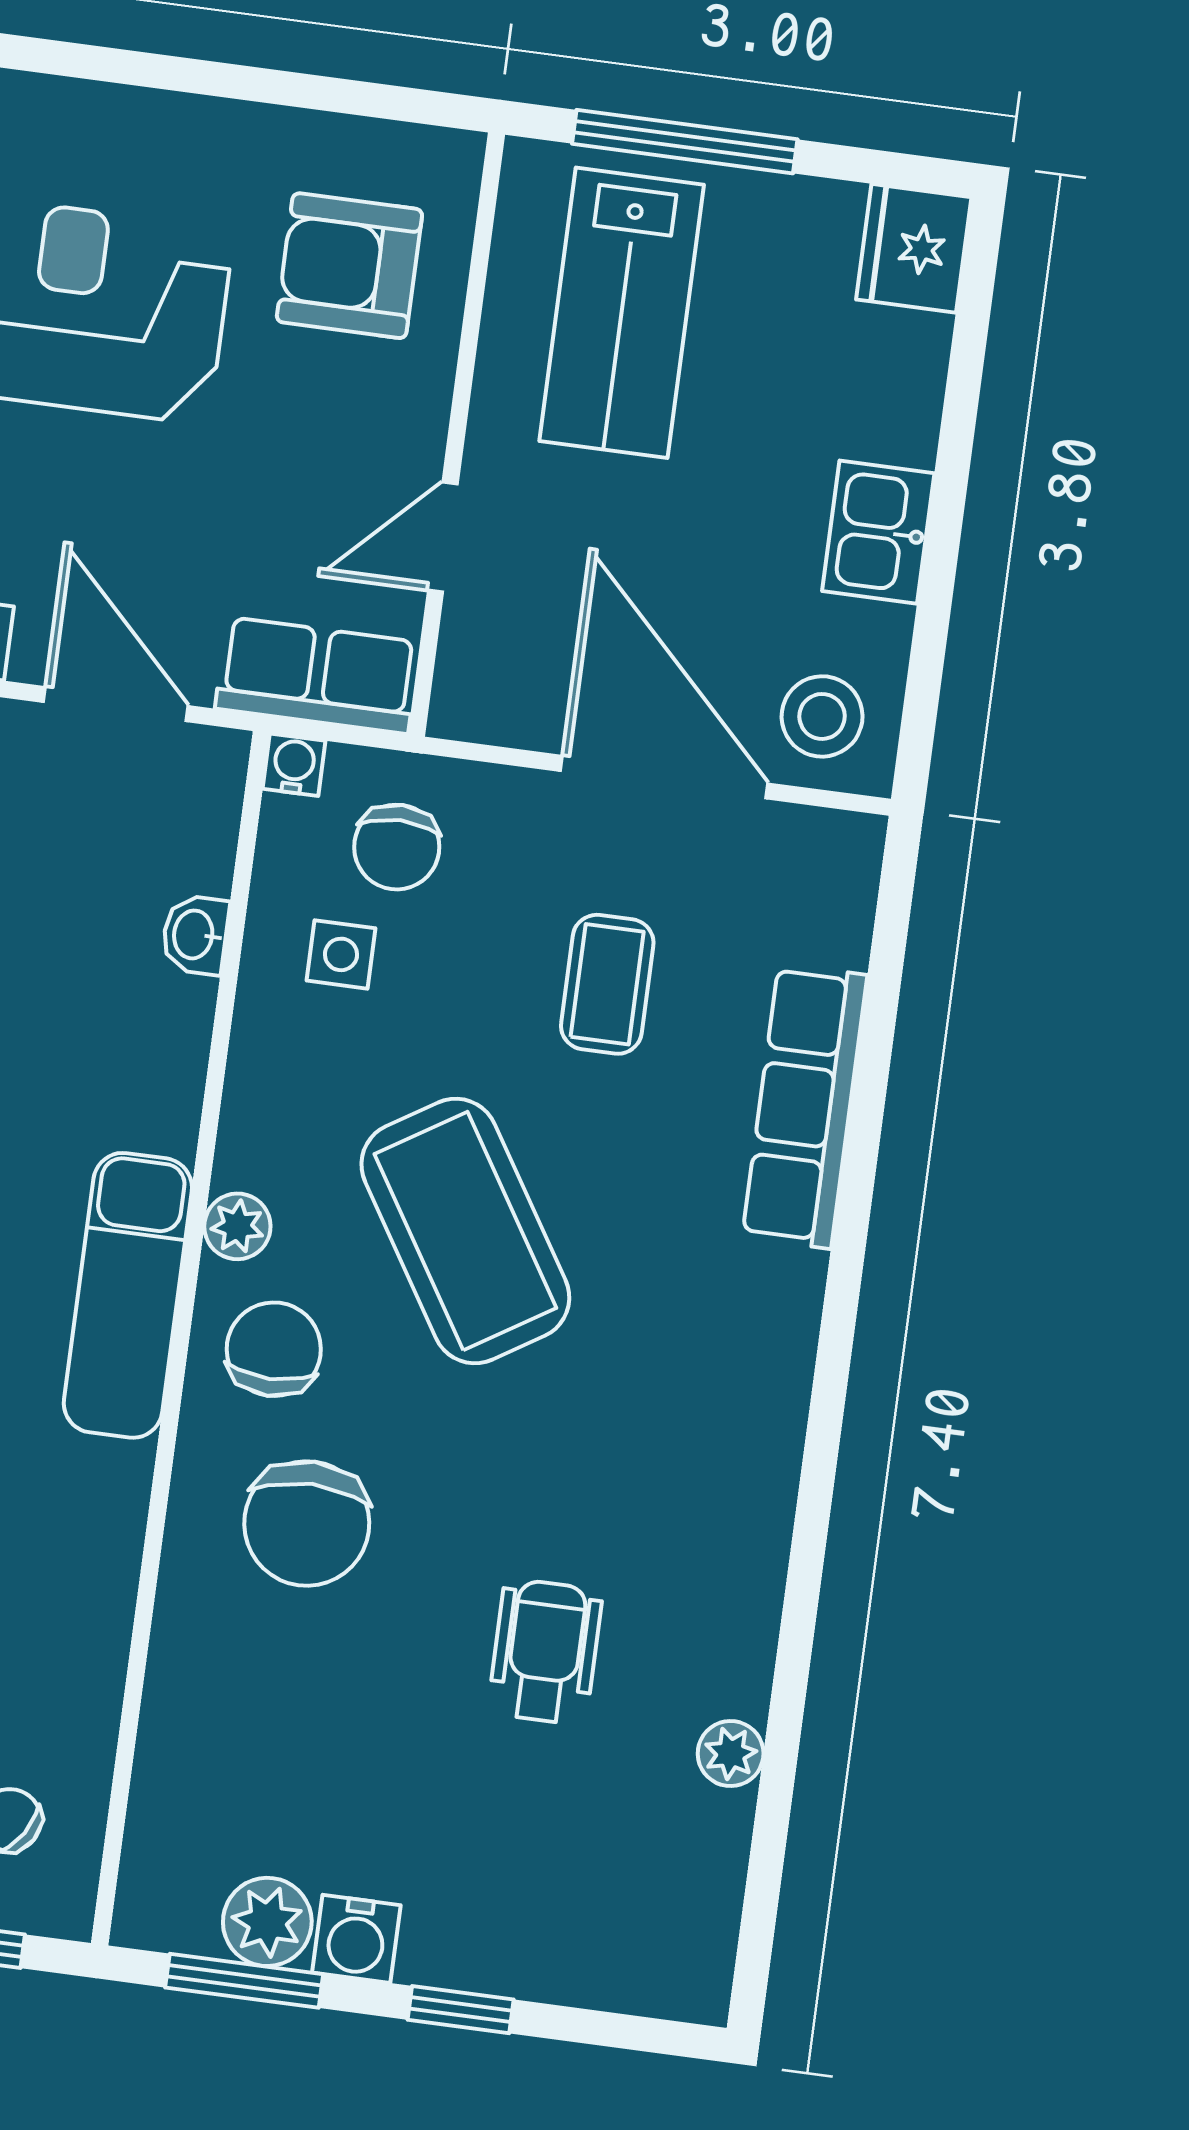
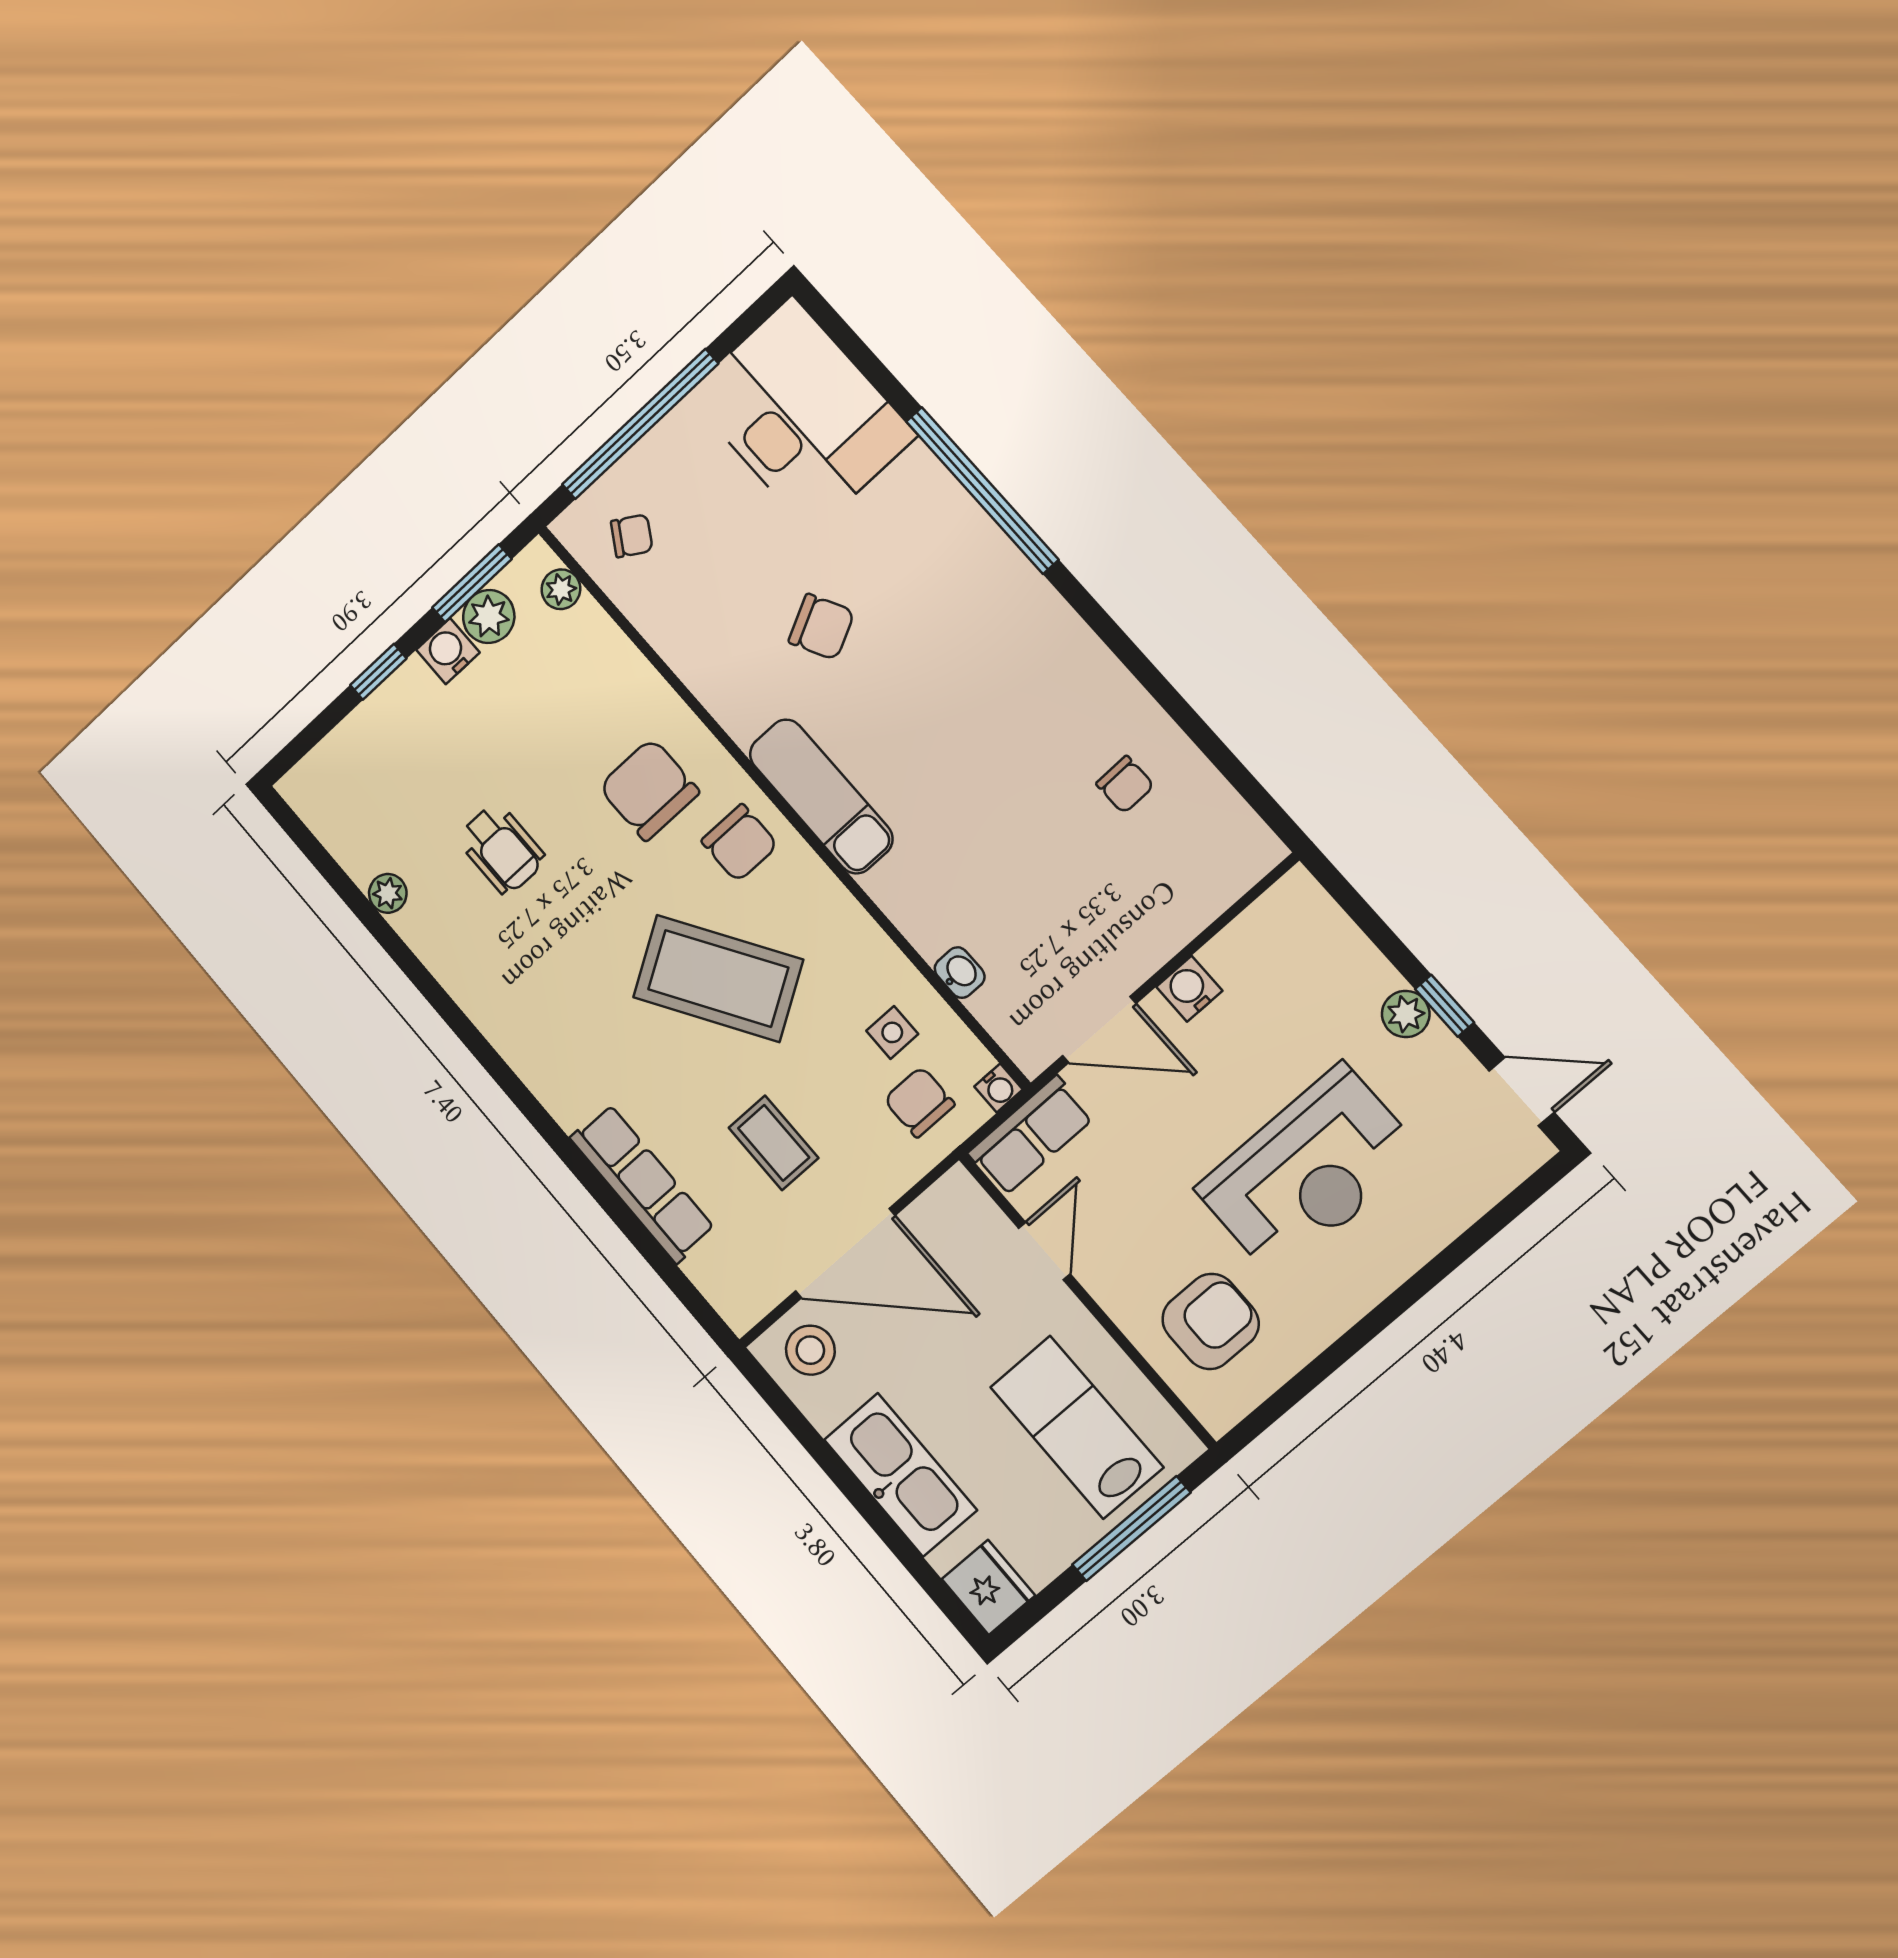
kitchen sink: (878, 532) -> (900, 1475), width x1.87, depth x1.24
plant: (237, 1226) -> (561, 589), moved

